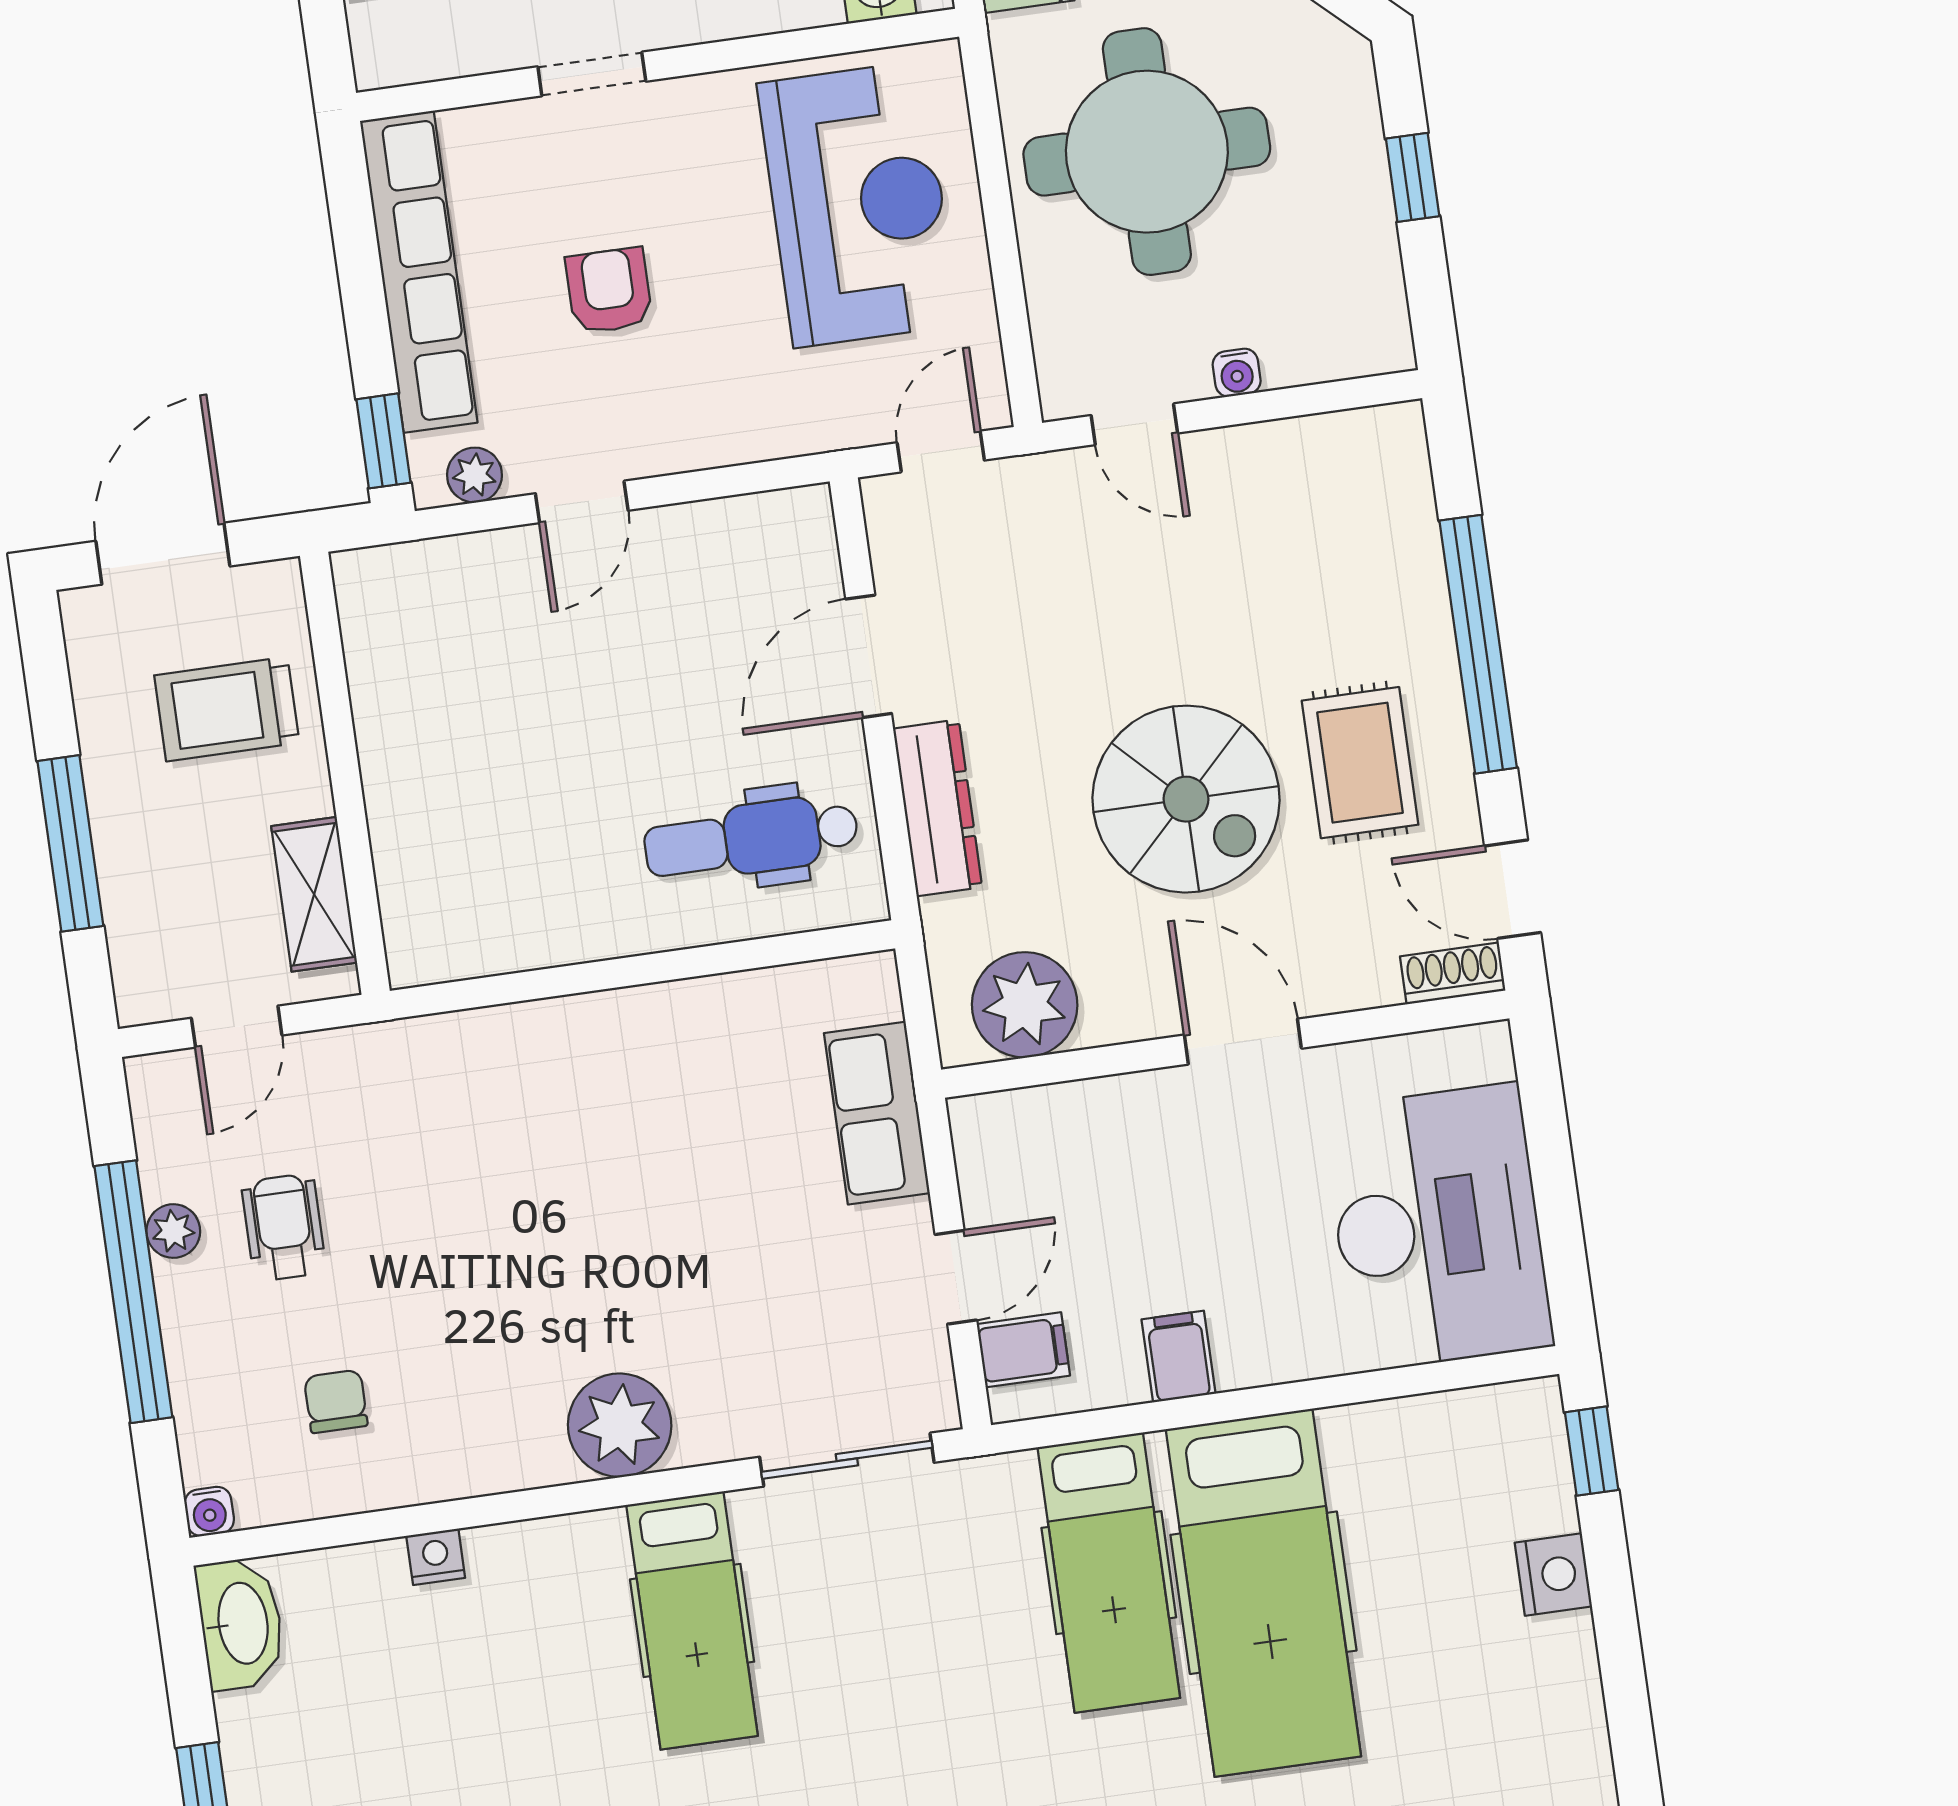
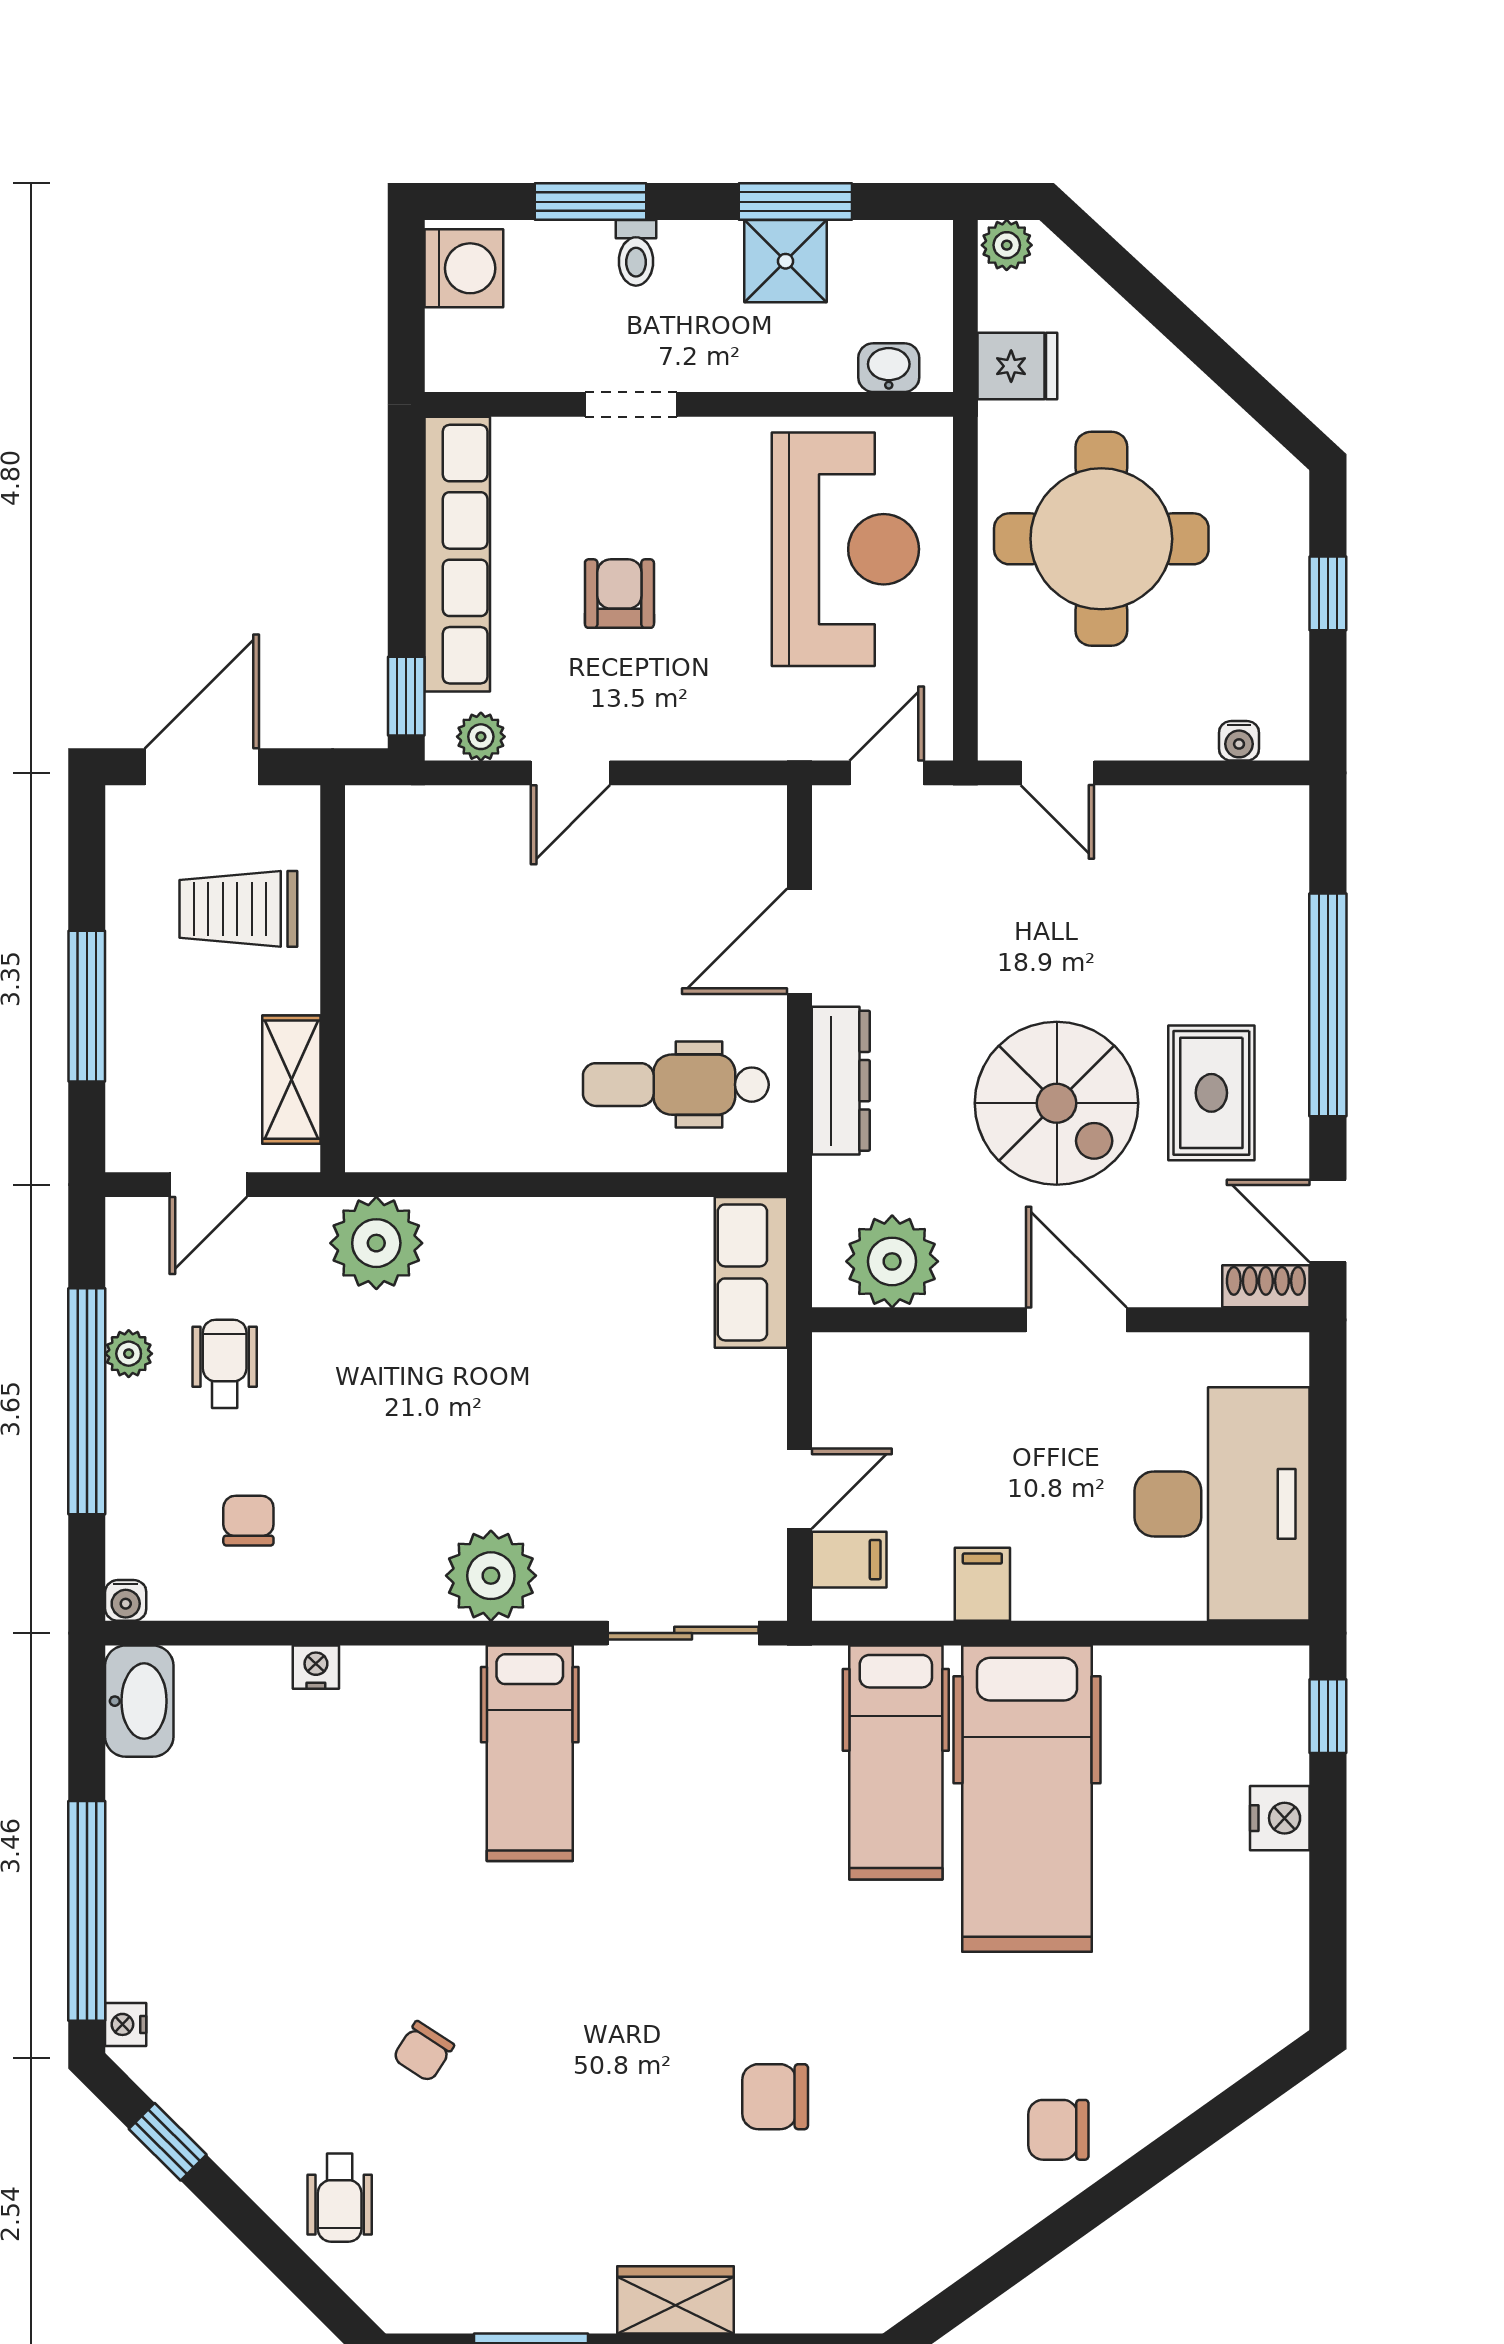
water cooler: (1237, 373) -> (1239, 741), moved
plant: (437, 1066) -> (376, 1243), added
row of seats: (877, 1113) -> (751, 1272), moved

